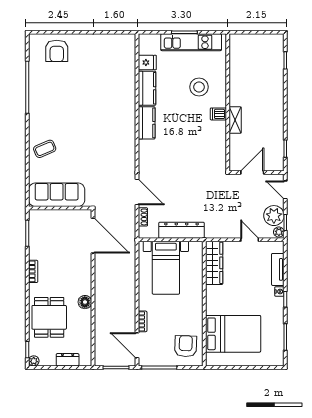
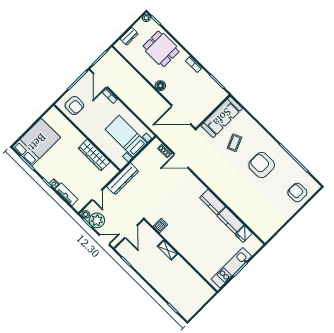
stool: (199, 87) -> (204, 248), removed
armchair: (65, 111) -> (262, 165), added
dishwasher: (218, 114) -> (160, 225), moved
coffee table: (45, 149) -> (235, 143), moved
dresser: (181, 230) -> (123, 179), moved
door: (250, 240) -> (97, 195), hinge flipped
wardrobe: (214, 263) -> (94, 155), moved
floor lamp: (85, 302) -> (160, 86), moved
bed: (233, 334) -> (37, 142), moved, turned 180
door: (137, 345) -> (100, 80), swing flipped

